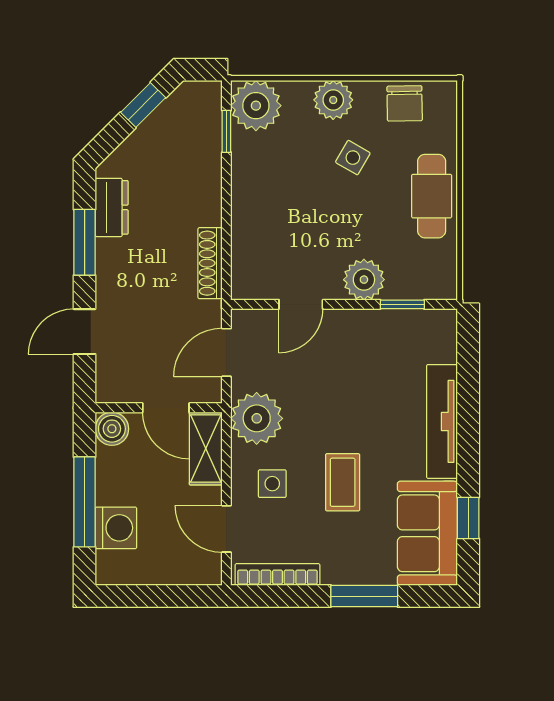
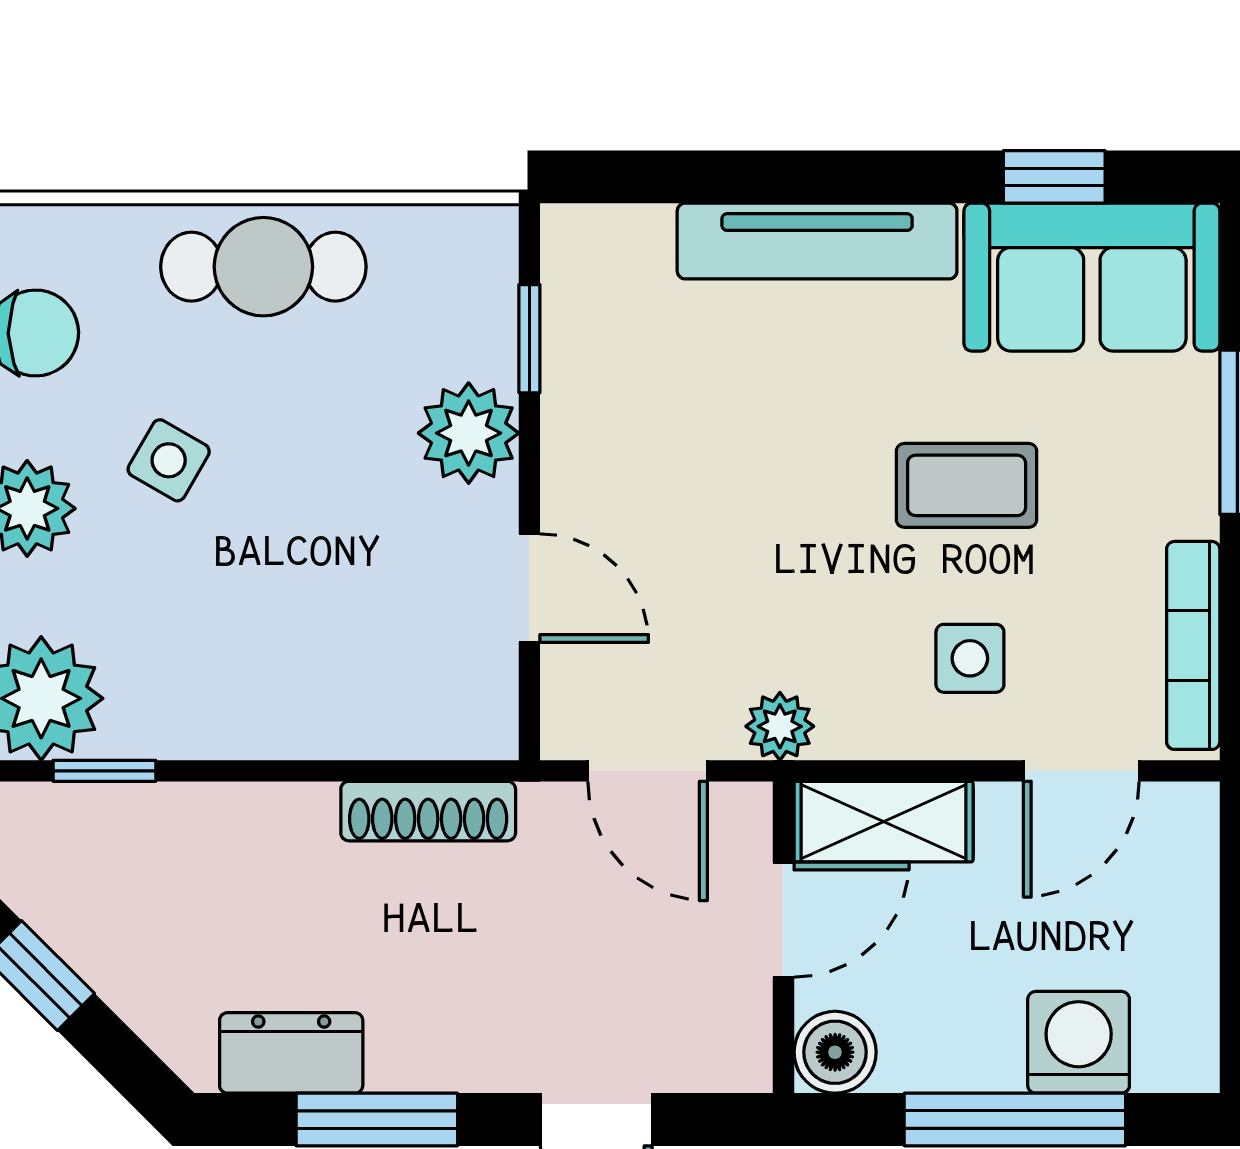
plant: (257, 418) -> (780, 726), width x0.53, depth x0.53

